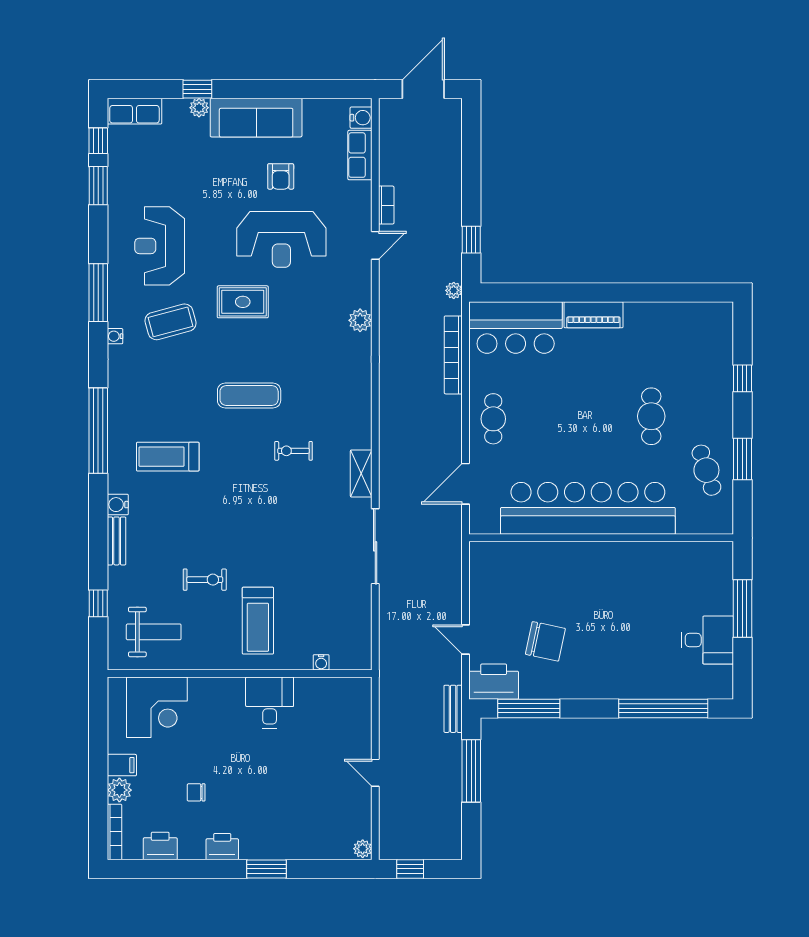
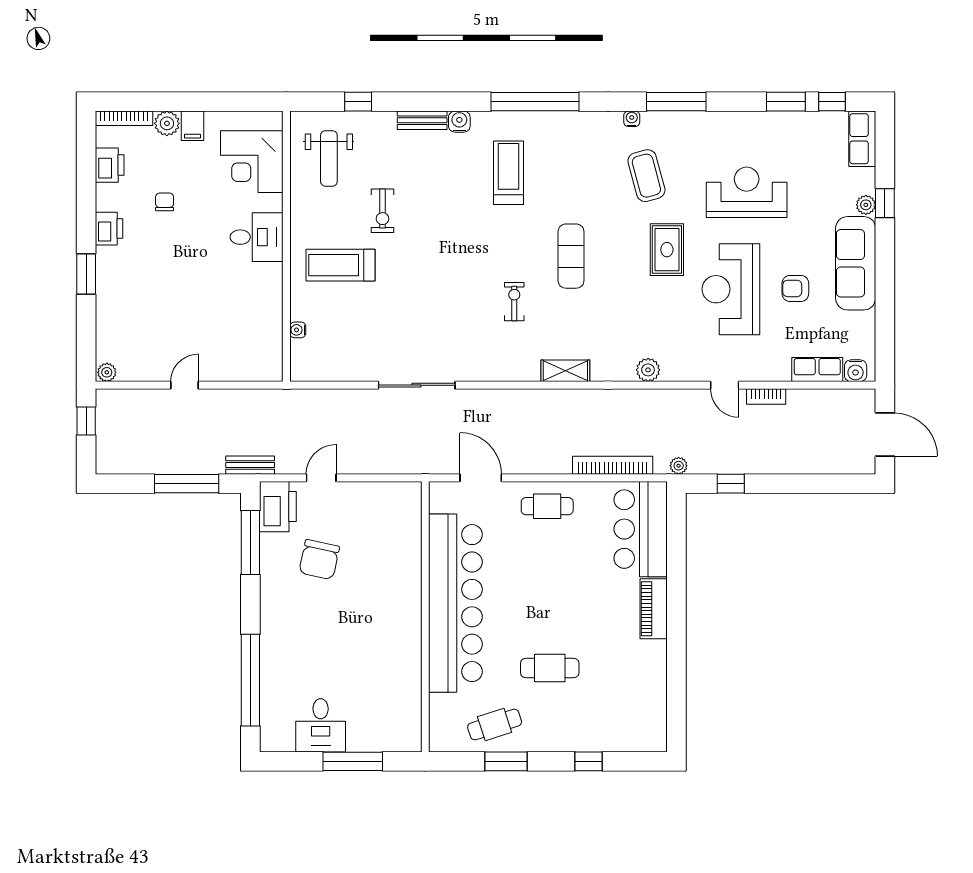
reception desk: (160, 246) -> (747, 192), moved
shelving: (361, 473) -> (565, 371), moved
desk: (270, 703) -> (257, 237), moved

